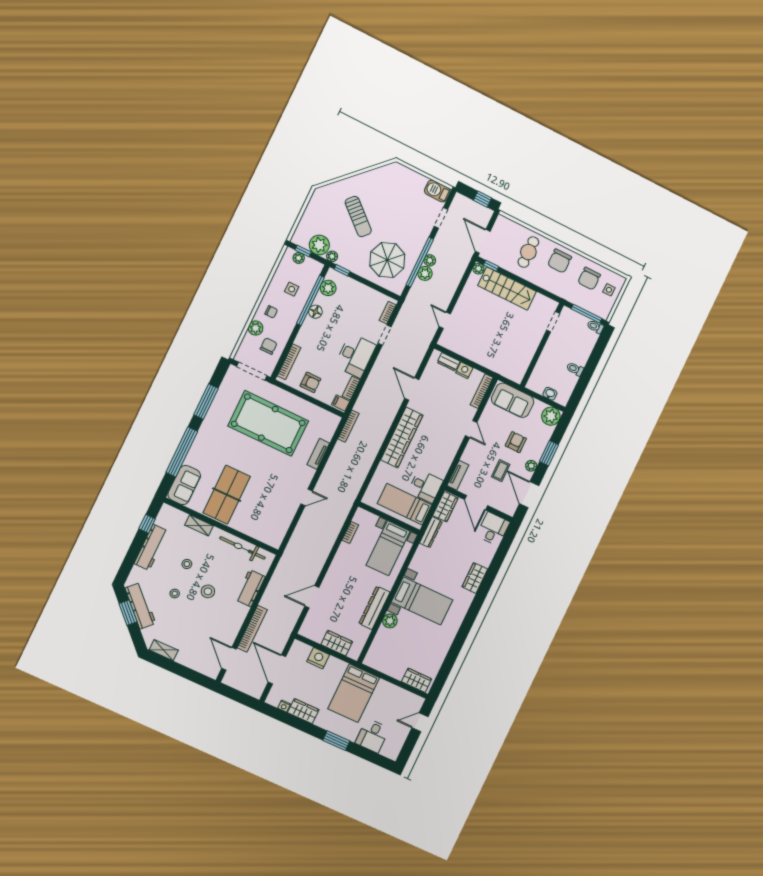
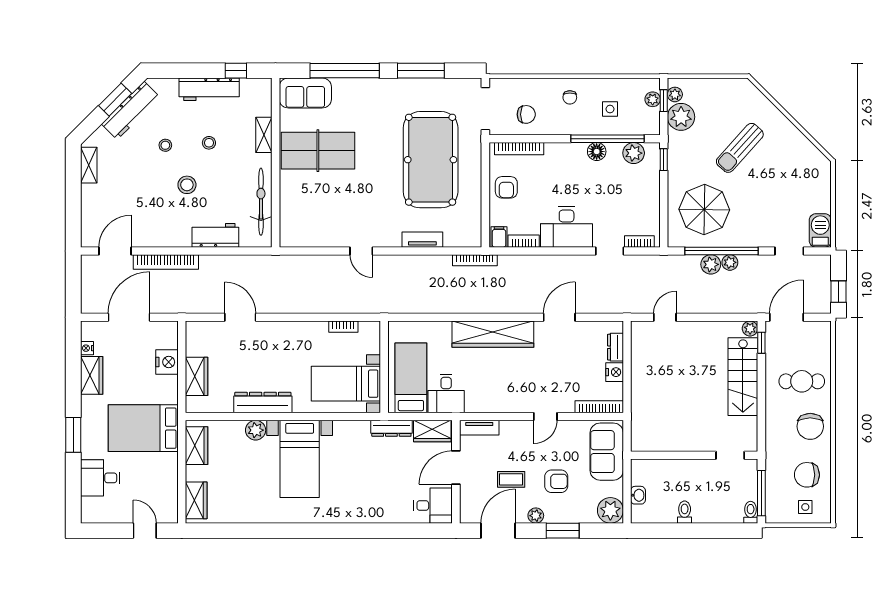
plant: (332, 256) -> (675, 94), moved
chair: (560, 261) -> (810, 426), turned -90
plant: (256, 328) -> (541, 88), removed
wardrobe: (475, 578) -> (196, 446), moved, turned 90

